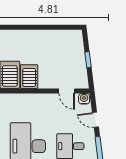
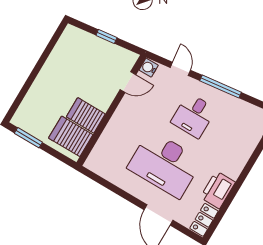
door: (95, 120) -> (180, 69), swing flipped

